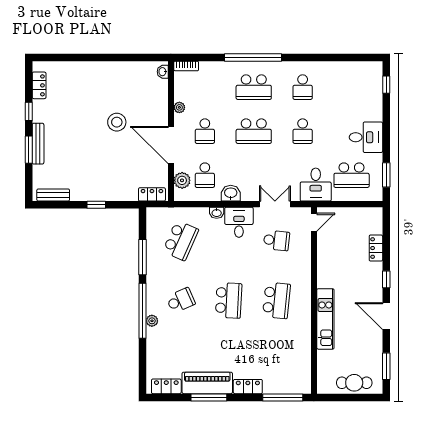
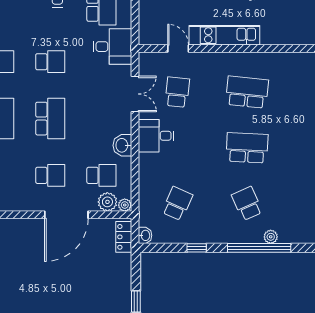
plant: (179, 107) -> (125, 205), moved
stool: (117, 122) -> (40, 278), removed
double door: (275, 204) -> (135, 94), swing flipped
washbasin: (217, 213) -> (145, 235), moved
door: (314, 222) -> (178, 49), moved
school desk: (181, 240) -> (177, 203), width x0.54
window: (142, 257) -> (197, 248), width x0.46
kitchen unit: (325, 319) -> (224, 35), moved

